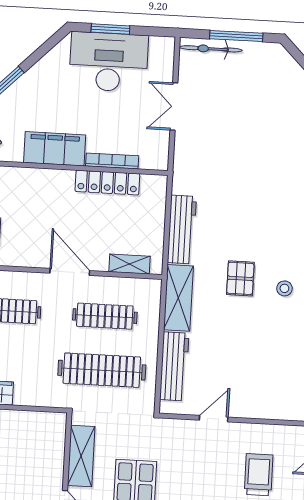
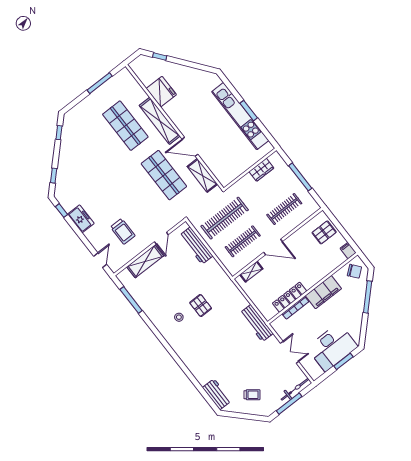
trolley: (277, 93) -> (252, 395), added
workbench: (182, 230) -> (257, 323), moved
shelving: (178, 298) -> (145, 261), moved, turned 90

